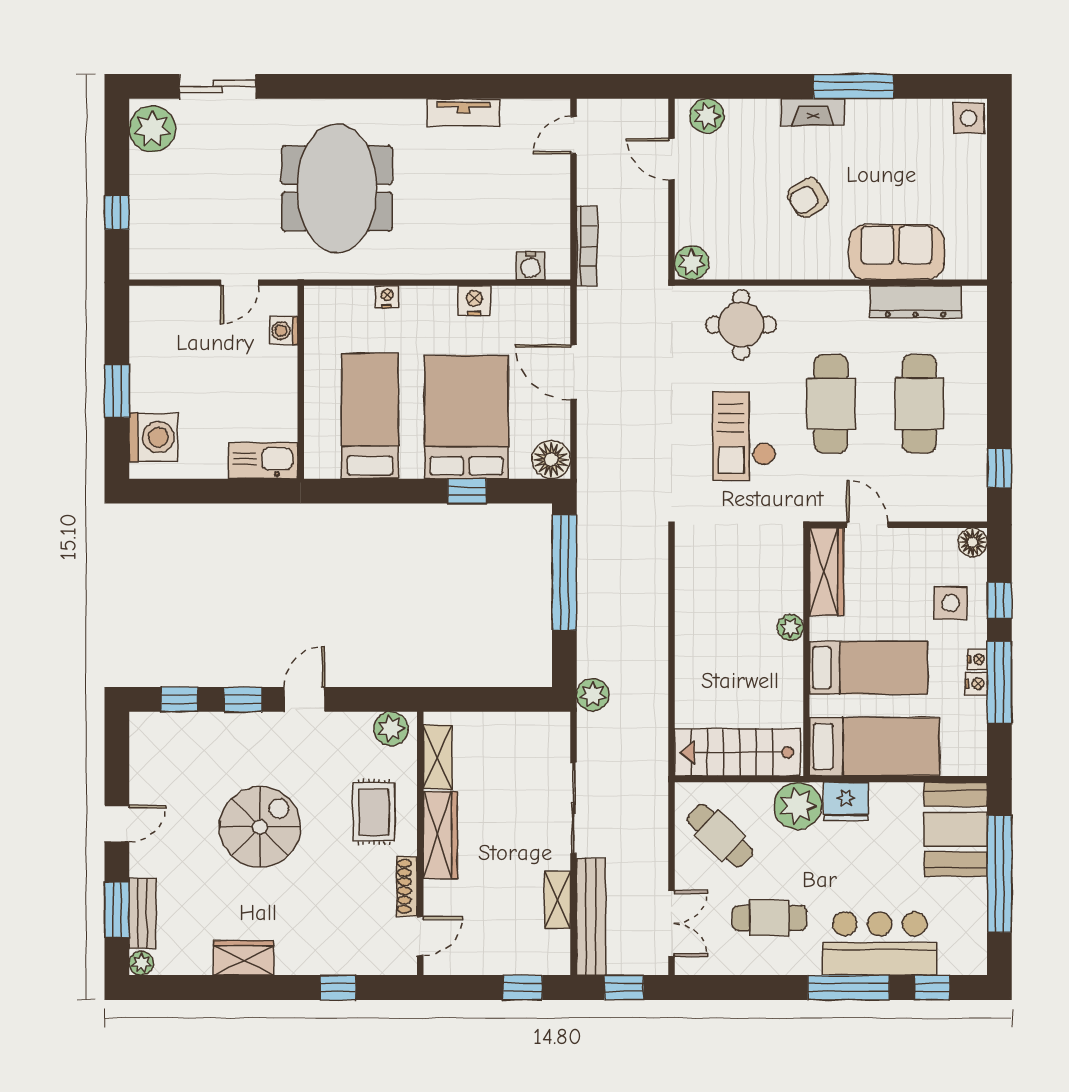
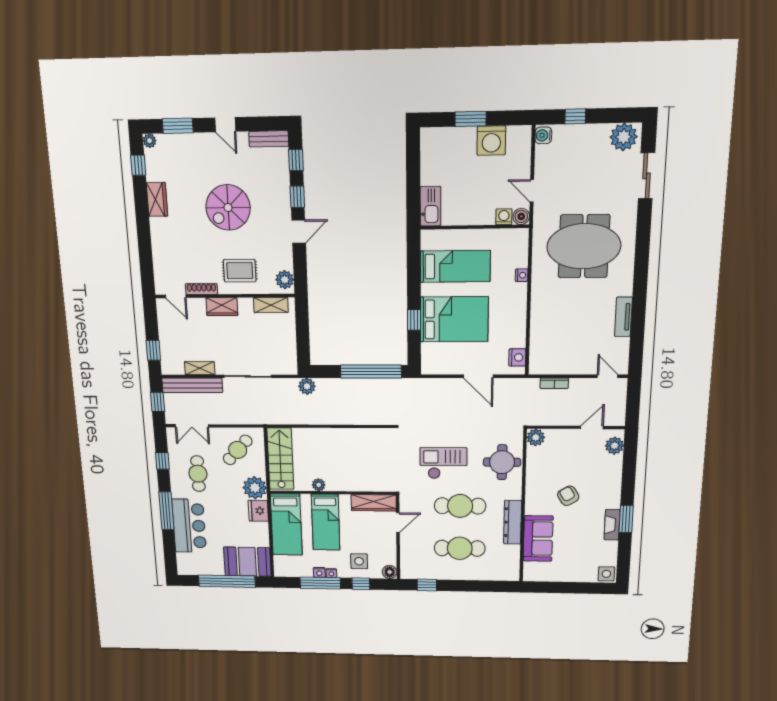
window: (854, 86) -> (626, 519), width x0.69
fireplace: (813, 112) -> (612, 525), moved
bookcase: (587, 246) -> (554, 383), width x0.64
water cooler: (530, 266) -> (543, 135), moved
boiler: (283, 300) -> (521, 216), added
nightstand: (474, 301) -> (517, 357), moved
dresser: (915, 302) -> (513, 522), moved
door: (573, 372) -> (478, 376), swing flipped
washing machine: (153, 437) -> (491, 140), moved
floor lamp: (551, 460) -> (431, 365), removed
plant: (790, 628) -> (319, 485), moved
door: (304, 699) -> (299, 232), hinge flipped
spiral stairs: (260, 827) -> (228, 207), turned 90
wardrobe: (440, 835) -> (222, 307), width x0.67
bench: (142, 913) -> (269, 139), moved
window: (338, 987) -> (138, 165), moved
window: (932, 987) -> (162, 461), moved

